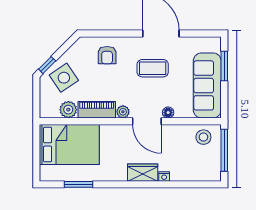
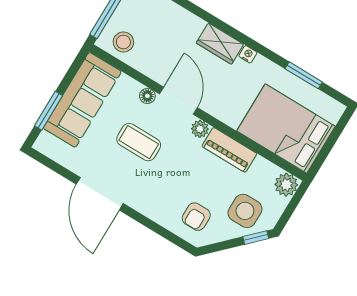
armchair: (107, 55) -> (196, 217), moved, turned 180
coffee table: (153, 68) -> (139, 142), moved
side table: (64, 78) -> (245, 211), turned 34
plant: (68, 110) -> (286, 185), moved
nightstand: (164, 176) -> (248, 54), moved

